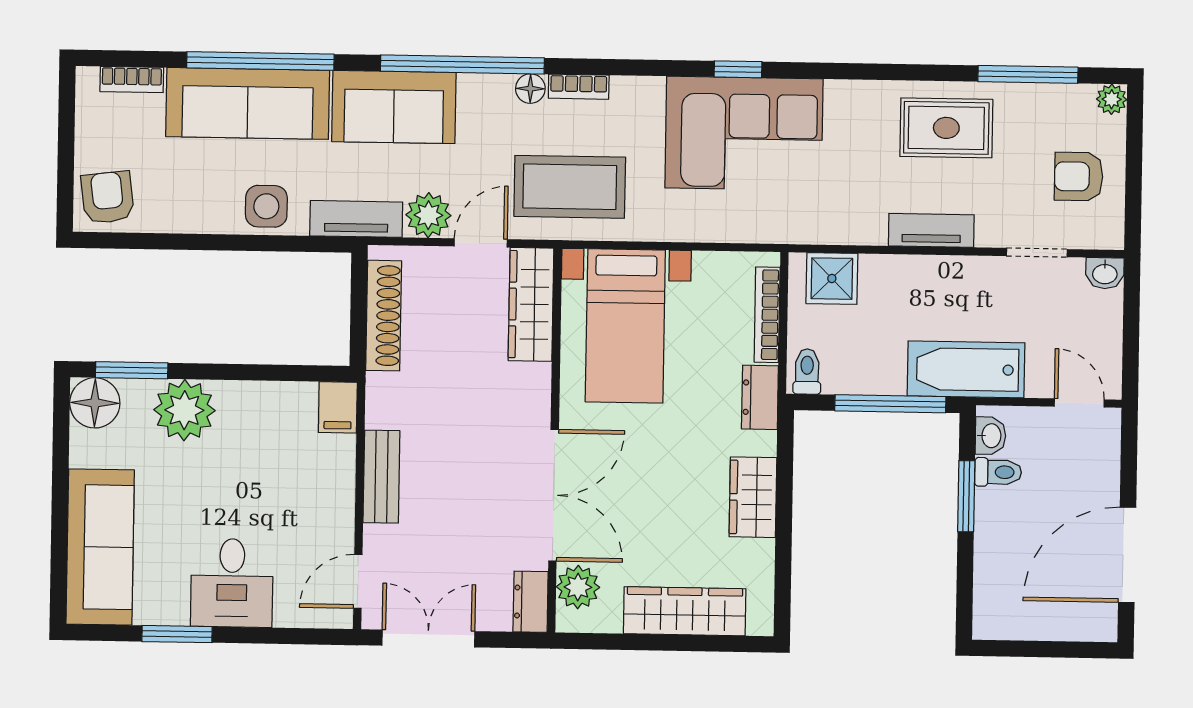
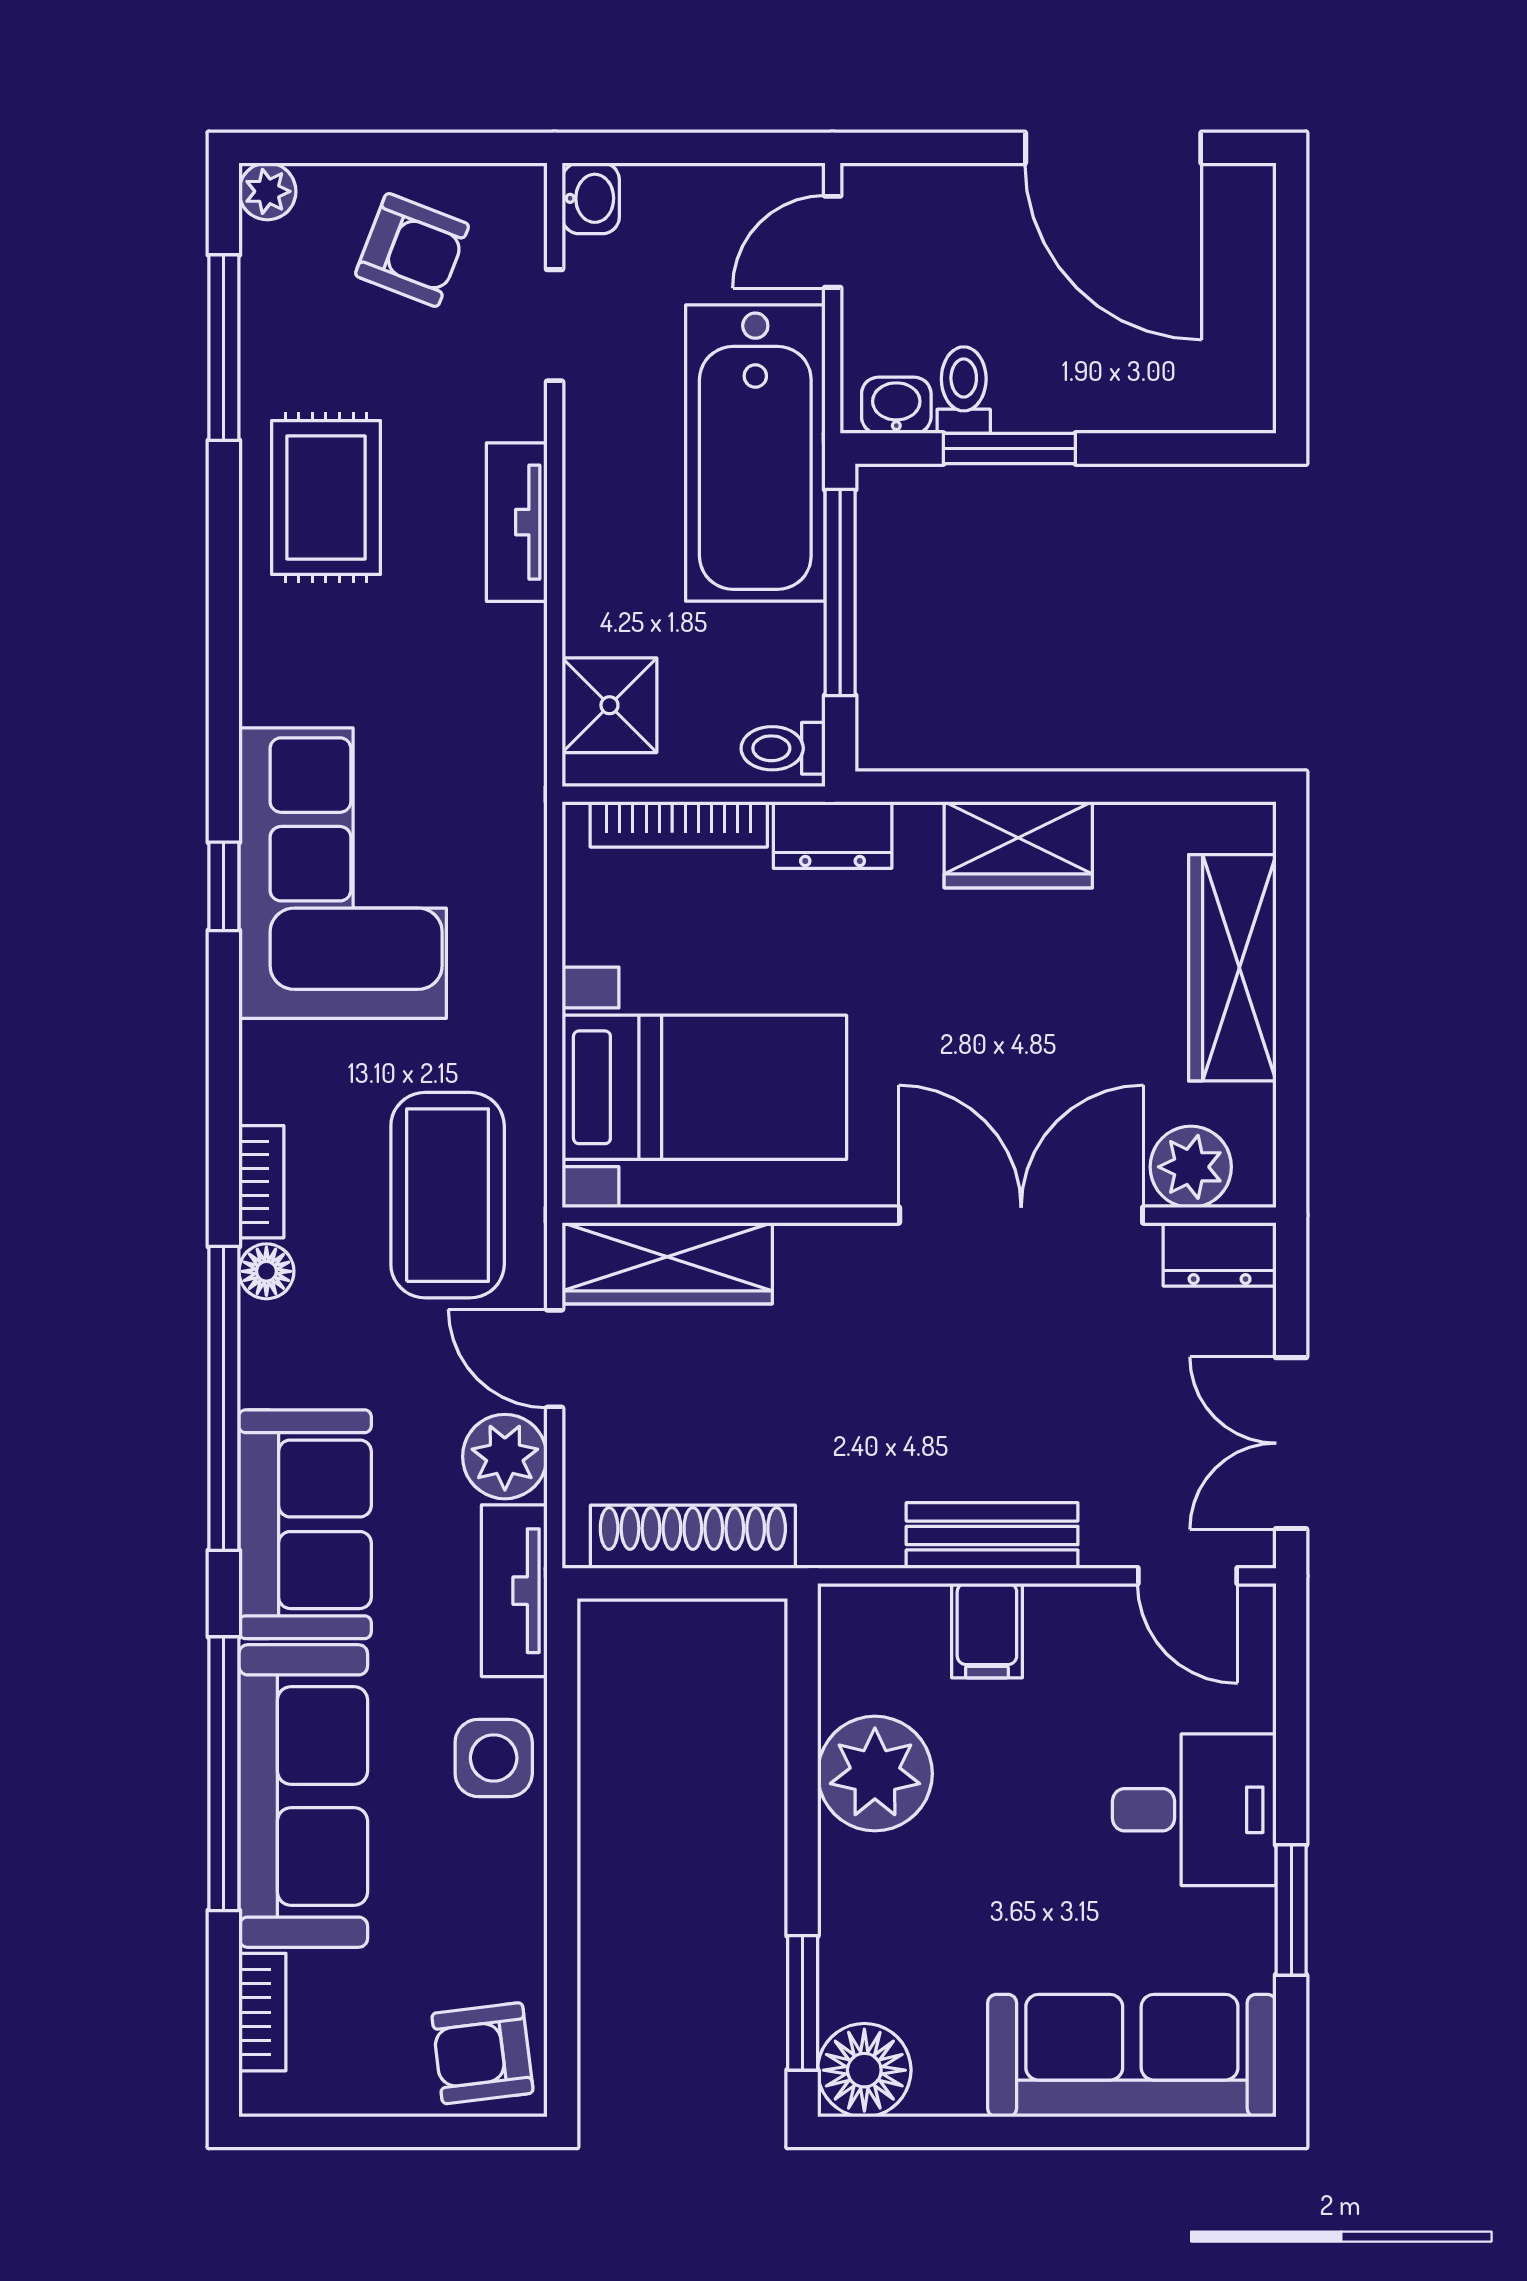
armchair: (1079, 177) -> (412, 250), turned -69
bathtub: (966, 369) -> (755, 453), width x1.36, depth x1.36
filing cabinet: (338, 407) -> (987, 1631), moved, turned 90
plant: (184, 410) -> (875, 1774), moved

